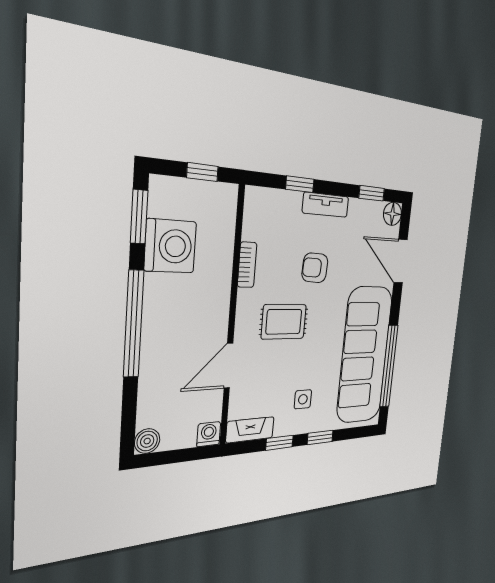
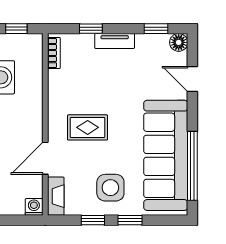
door: (401, 261) -> (192, 79), width x0.73
bookcase: (247, 265) -> (54, 53), moved
armchair: (315, 268) -> (110, 87), removed
side table: (303, 399) -> (110, 188), width x1.87, depth x1.87
fireplace: (250, 430) -> (56, 196), moved, turned 90

